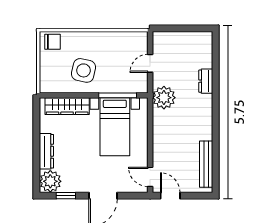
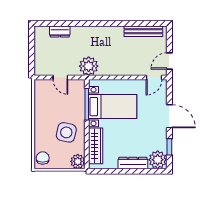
dresser: (206, 81) -> (60, 32), moved
plant: (48, 84) -> (78, 161), added

